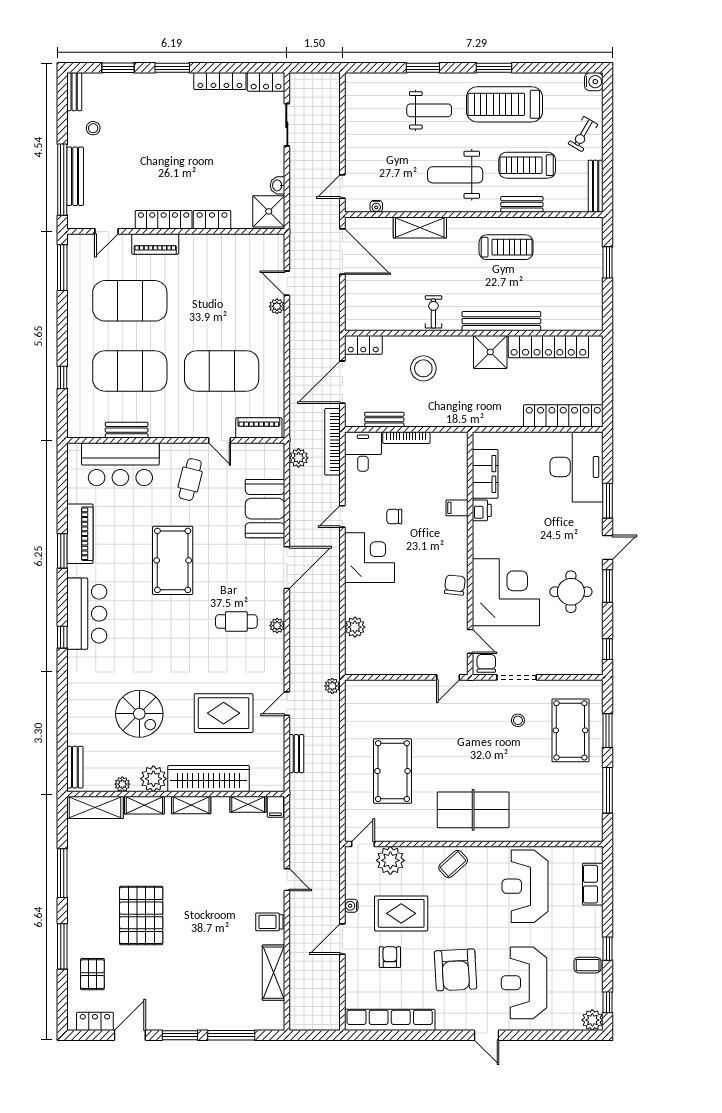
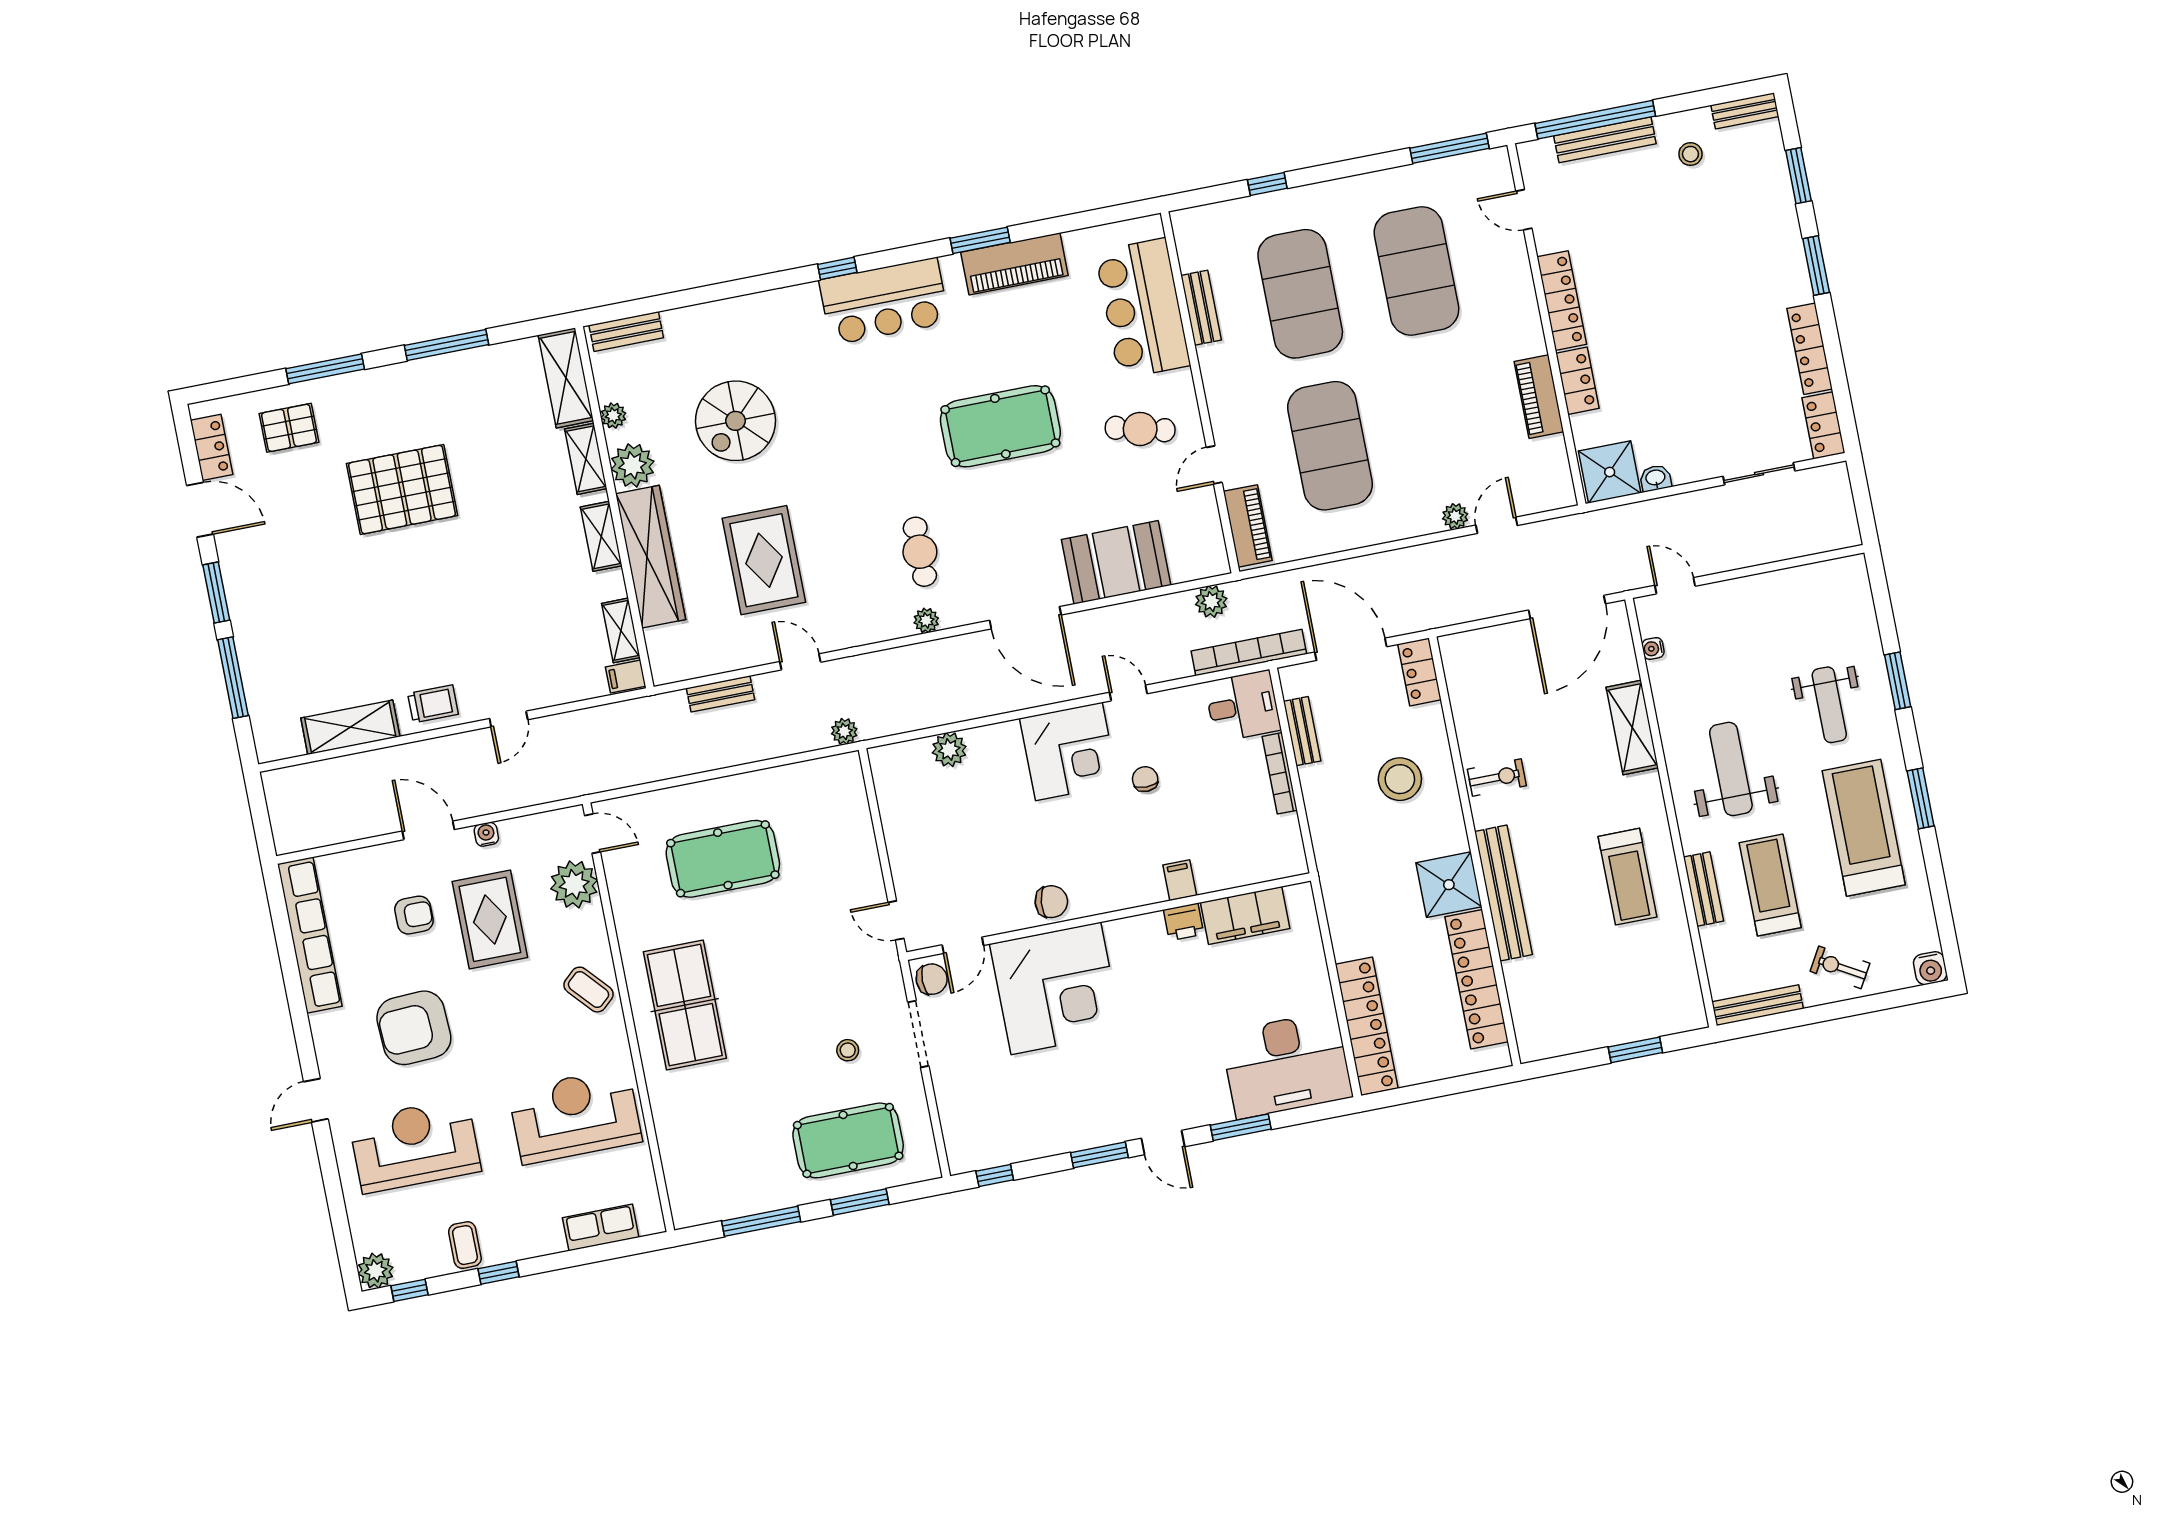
piano: (155, 244) -> (1539, 397), moved
round table: (571, 592) -> (1078, 1096), removed
trolley: (269, 922) -> (433, 704), turned 90

